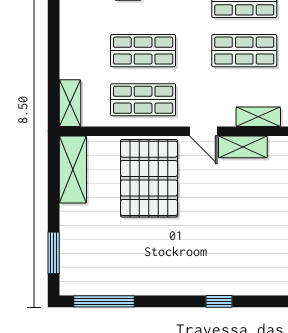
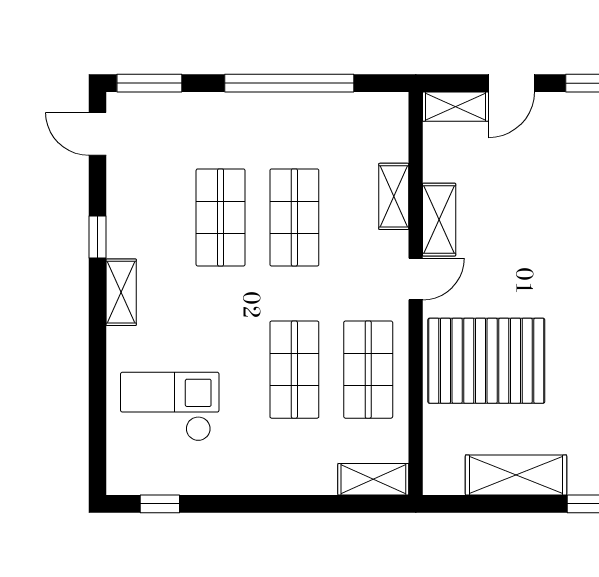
shelving: (73, 170) -> (516, 475), moved

